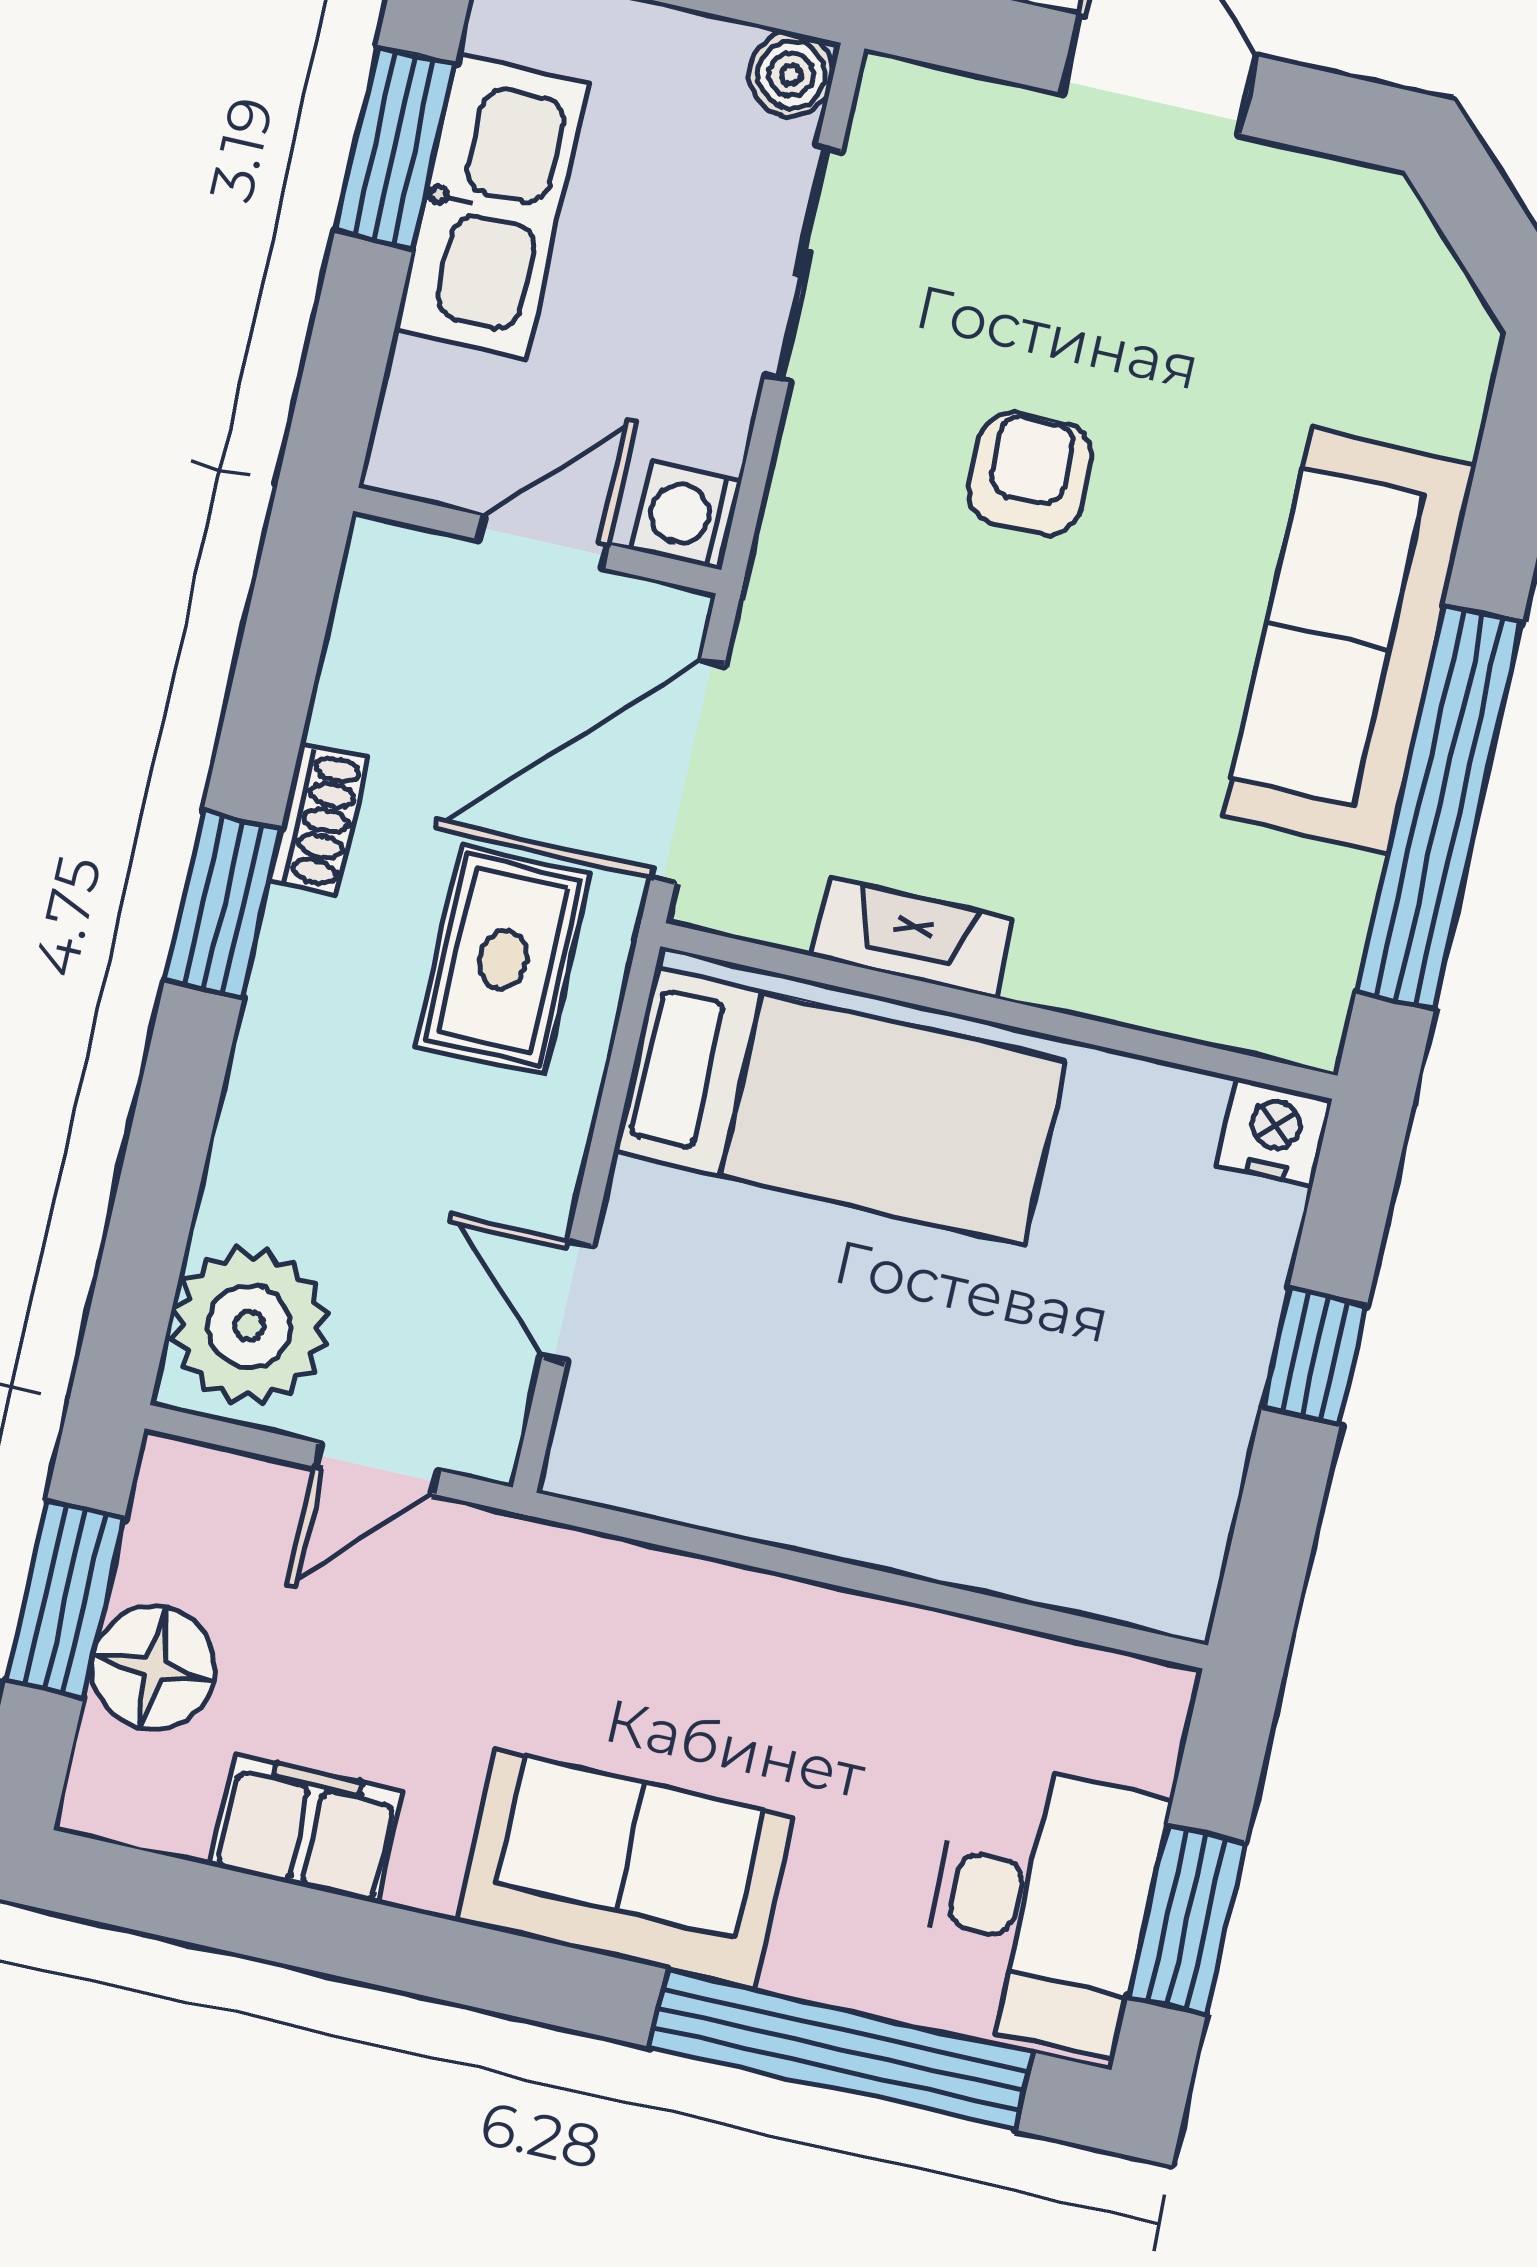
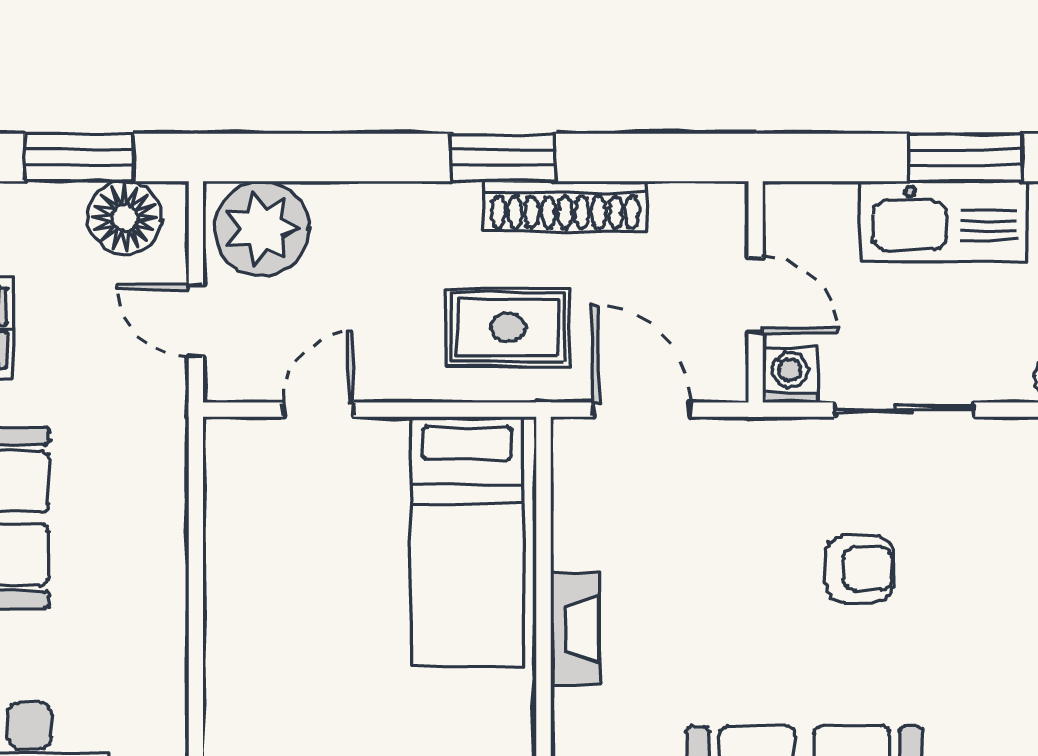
sliding door: (803, 264) -> (904, 410), moved
door: (688, 772) -> (641, 410), width x0.73
shoe rack: (318, 819) -> (565, 206), width x1.94, depth x1.24
fireplace: (913, 938) -> (575, 629), moved
floor lamp: (153, 1668) -> (125, 218), moved

